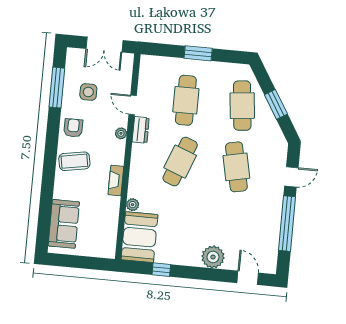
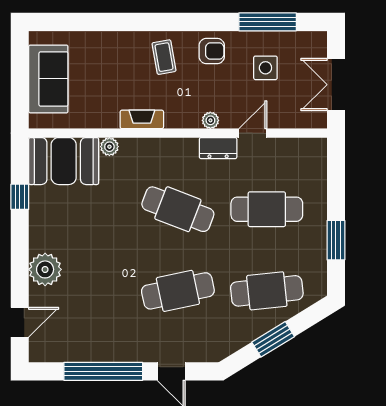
window: (198, 53) -> (336, 240), moved
coffee table: (74, 161) -> (164, 57), width x0.73, depth x0.77
sofa: (64, 224) -> (48, 79), moved, turned -90

